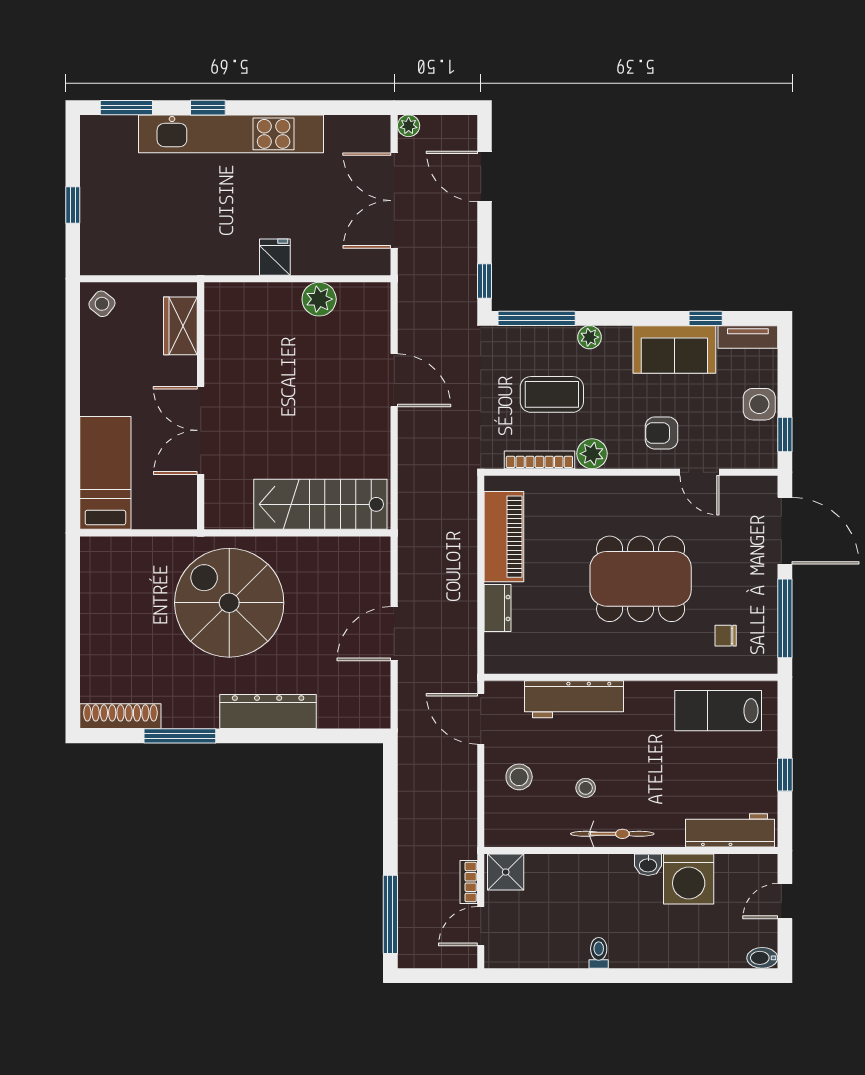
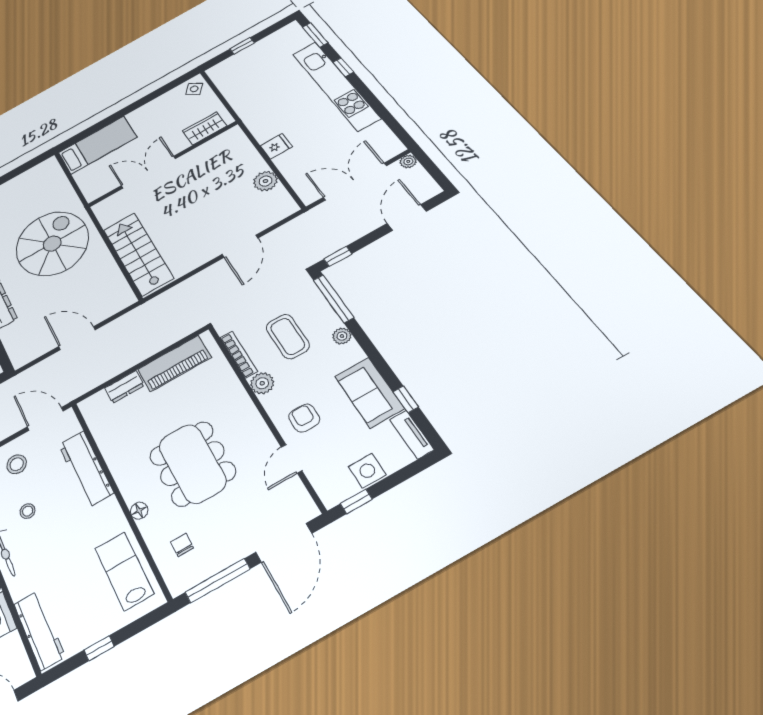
floor lamp: (660, 663) -> (139, 511), added
door: (481, 719) -> (45, 419), hinge flipped

